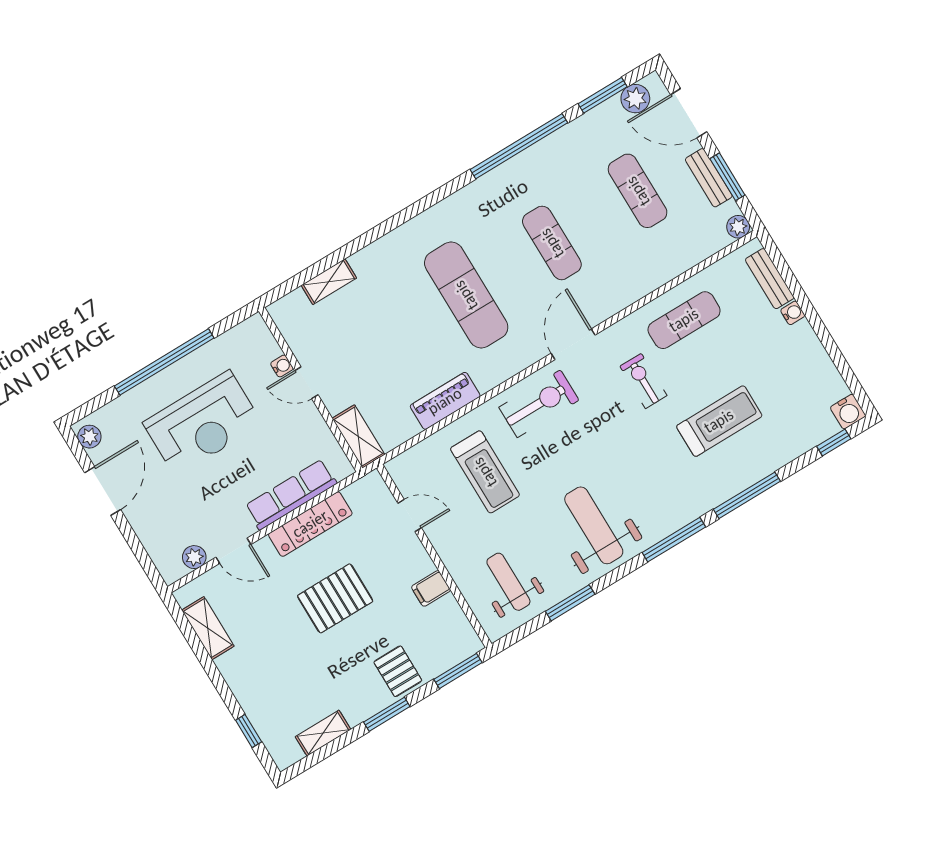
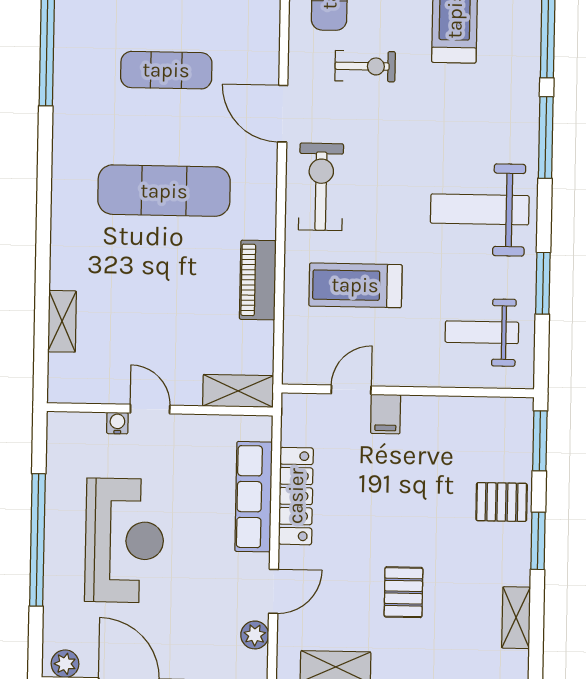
exercise bike: (643, 381) -> (365, 66), turned 180
door: (306, 383) -> (150, 409), swing flipped
treadmill: (485, 472) -> (355, 285), turned 180
filing cabinet: (431, 588) -> (386, 414), moved
pallet: (335, 598) -> (403, 592), moved, width x0.67, depth x0.71

